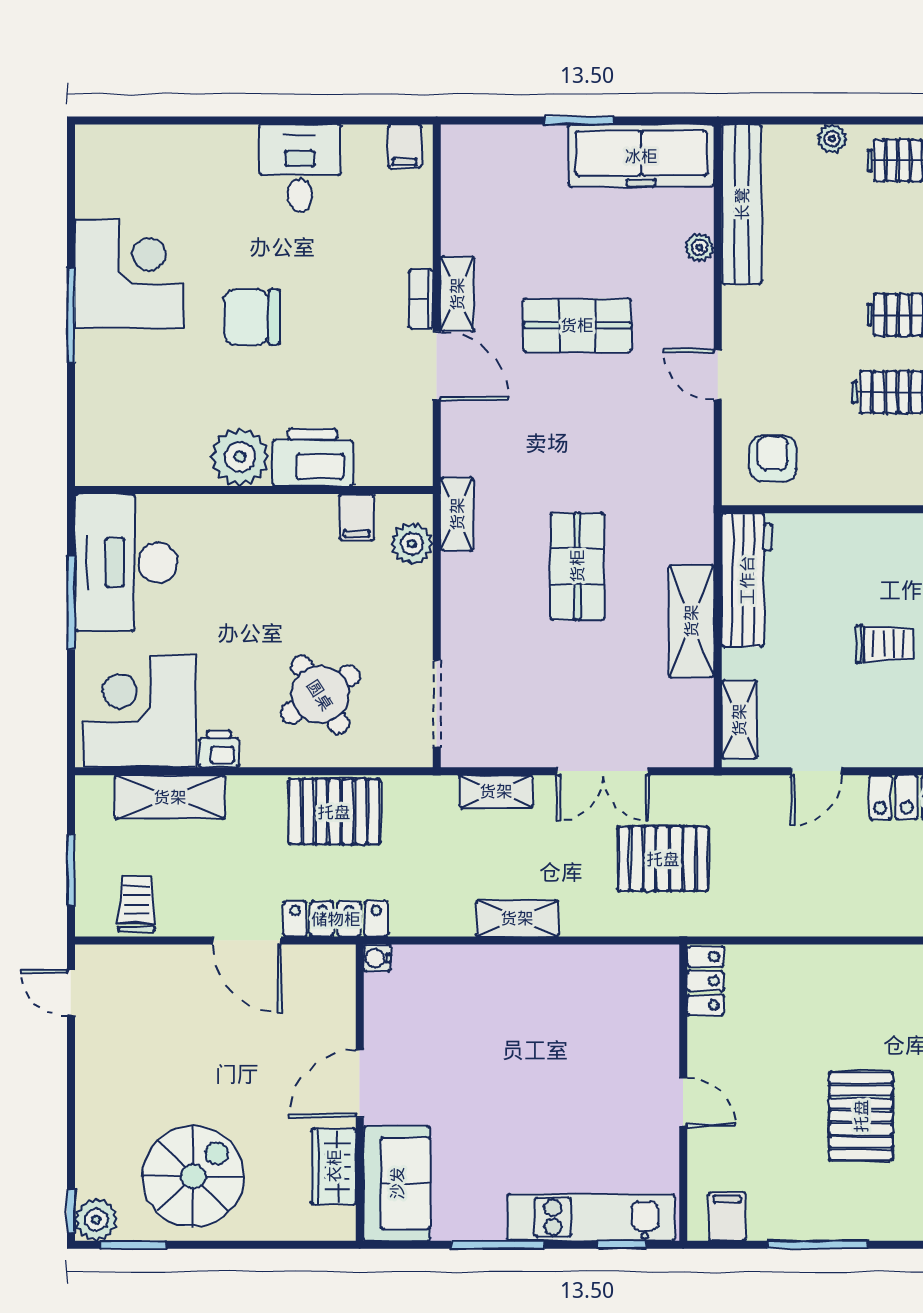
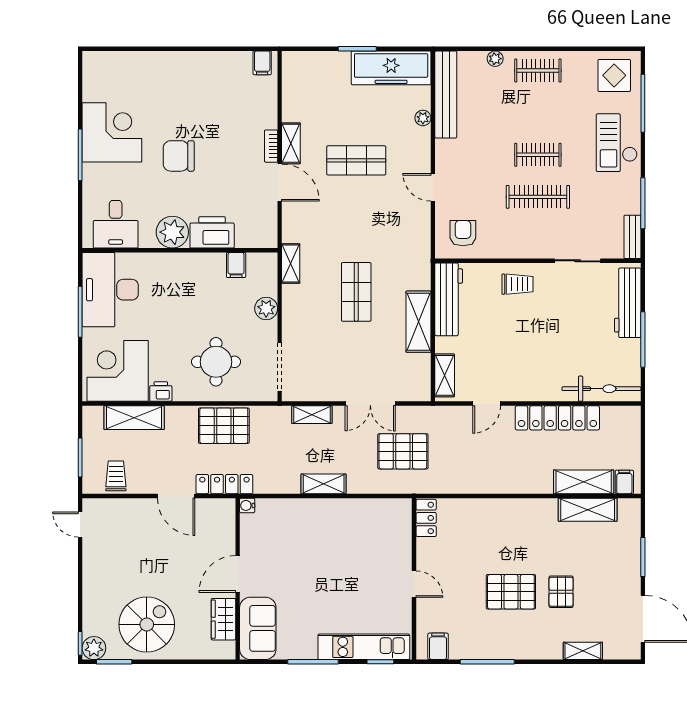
desk: (300, 168) -> (116, 224), moved, turned 180
plant: (412, 544) -> (266, 308), moved
trolley: (885, 644) -> (518, 284), moved
round table: (320, 695) -> (216, 362), turned 33
pallet: (861, 1116) -> (511, 592), turned 90

